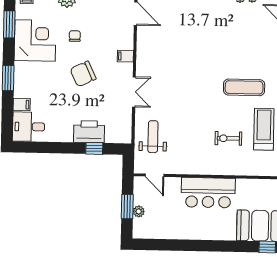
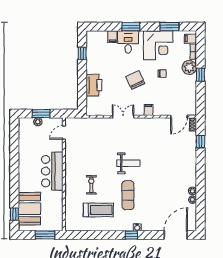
double door: (134, 92) -> (123, 117), swing flipped
desk: (29, 127) -> (128, 42), moved
weight bench: (153, 137) -> (128, 163), moved
window: (94, 148) -> (82, 53), moved

